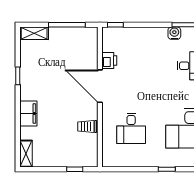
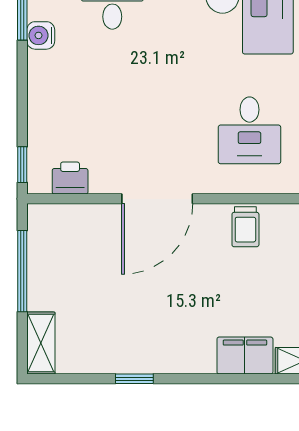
printer: (109, 61) -> (70, 178), moved
filing cabinet: (28, 113) -> (245, 356), moved
desk: (131, 128) -> (249, 130), turned 90

